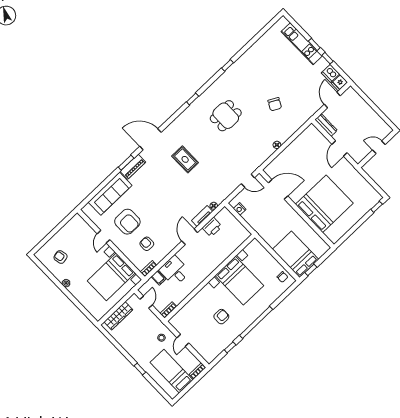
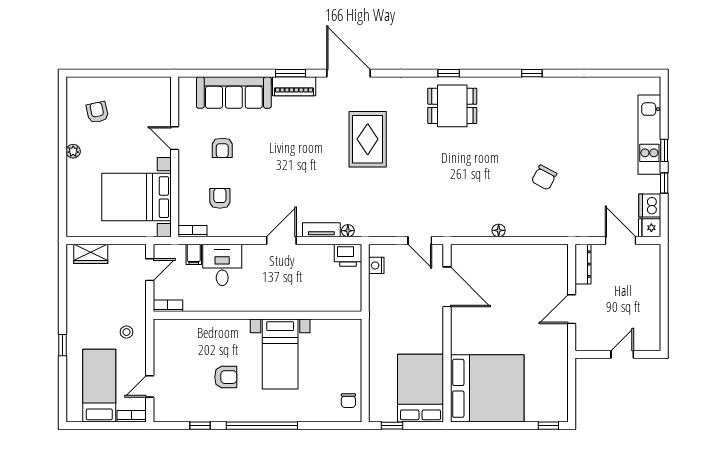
door: (332, 100) -> (620, 240), hinge flipped
dining table: (226, 116) -> (452, 106), moved
door: (379, 147) -> (622, 354), hinge flipped
rug: (185, 159) -> (368, 139), width x1.36, depth x1.43
bed: (324, 204) -> (487, 388), moved
armchair: (127, 222) -> (222, 148), width x0.53, depth x0.53
printer: (212, 227) -> (348, 255), moved
door: (104, 237) -> (175, 138), hinge flipped
bed: (296, 254) -> (421, 388), moved
bed with nightstands: (239, 281) -> (280, 354), width x0.73
wardrobe: (118, 316) -> (91, 254), width x0.67
door: (183, 340) -> (150, 386), moved

